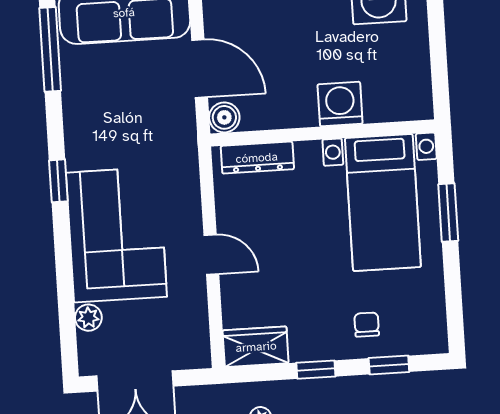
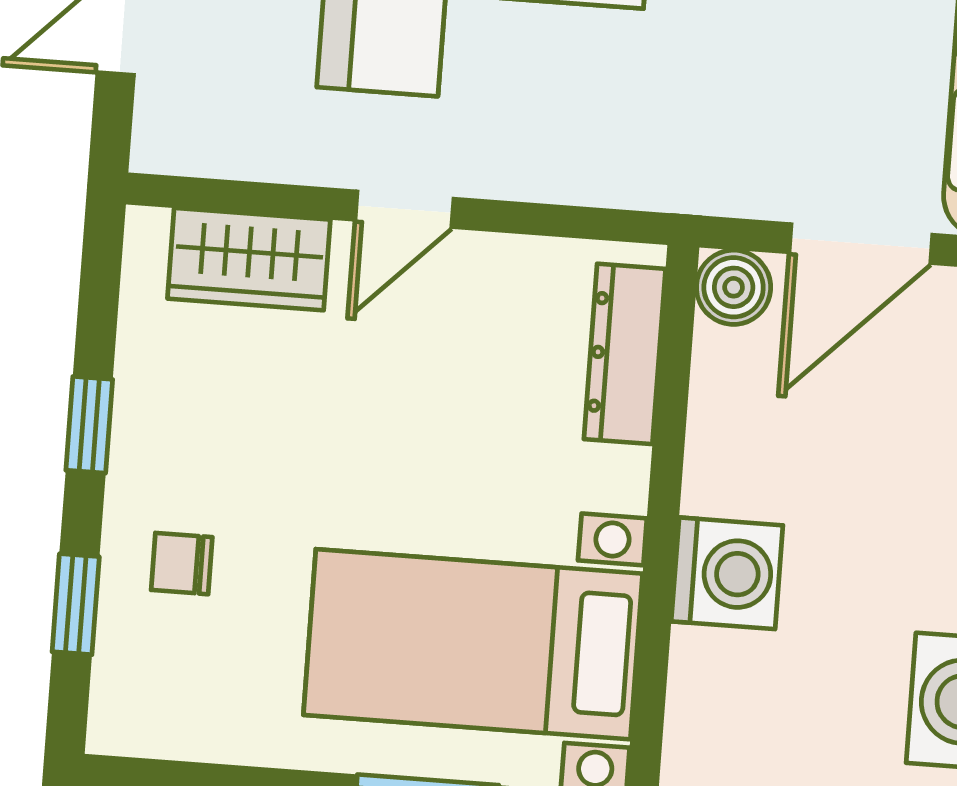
chair: (367, 325) -> (182, 564), turned 180
wardrobe: (256, 347) -> (249, 259), moved, turned 90

